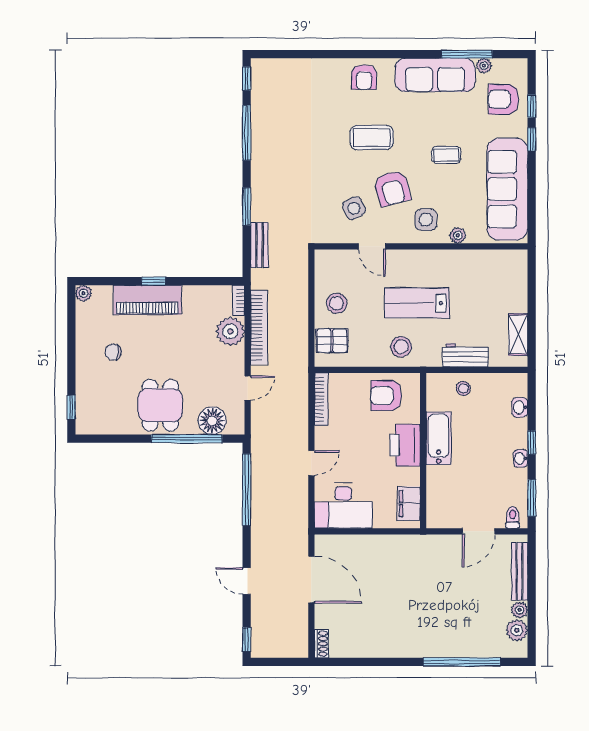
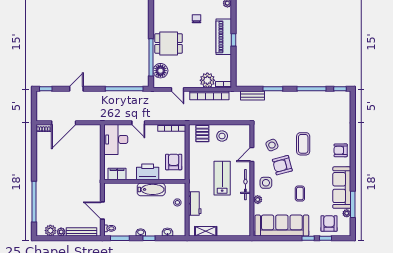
coffee table: (372, 137) -> (303, 144), moved
bicycle: (429, 259) -> (245, 185), added
stool: (401, 347) -> (199, 170), removed
door: (311, 580) -> (64, 123), moved

